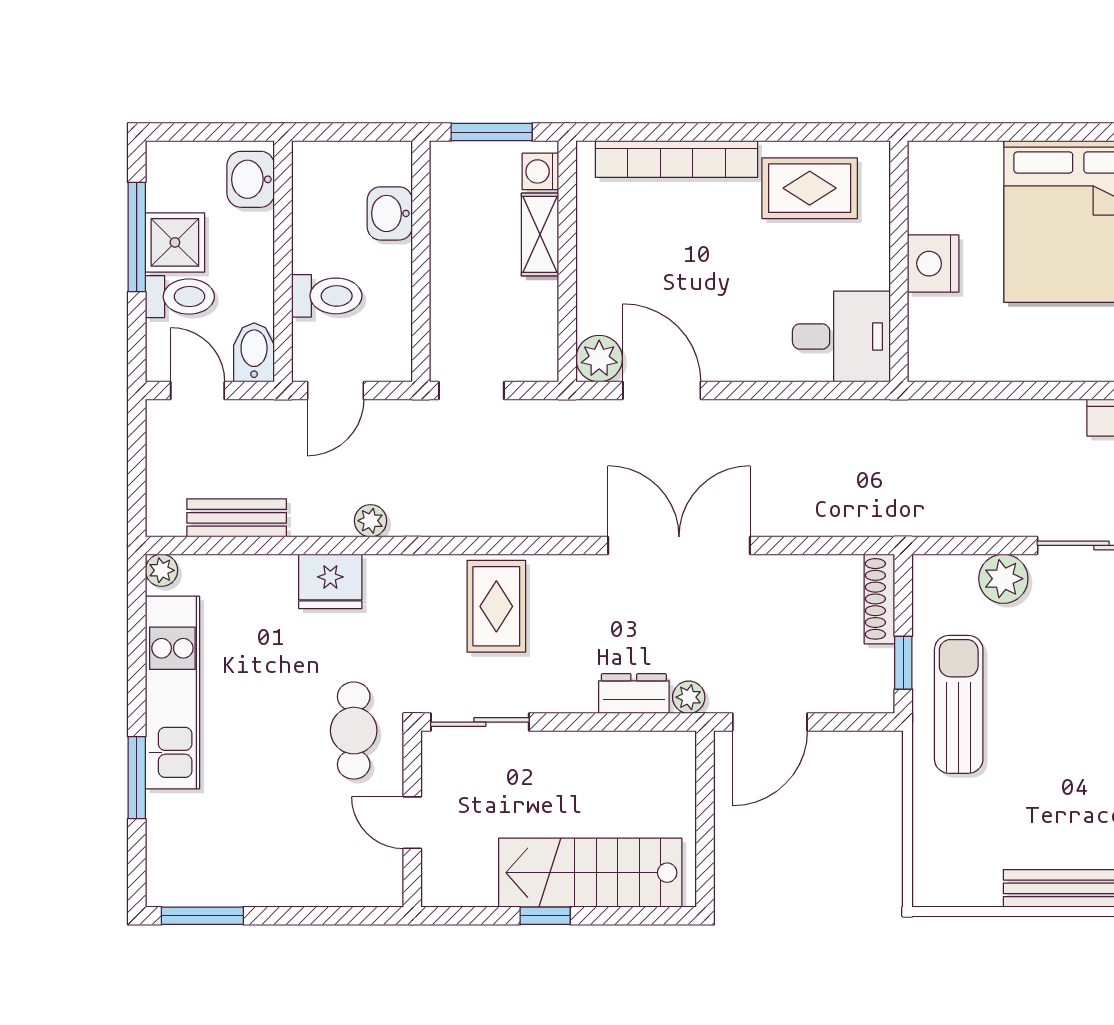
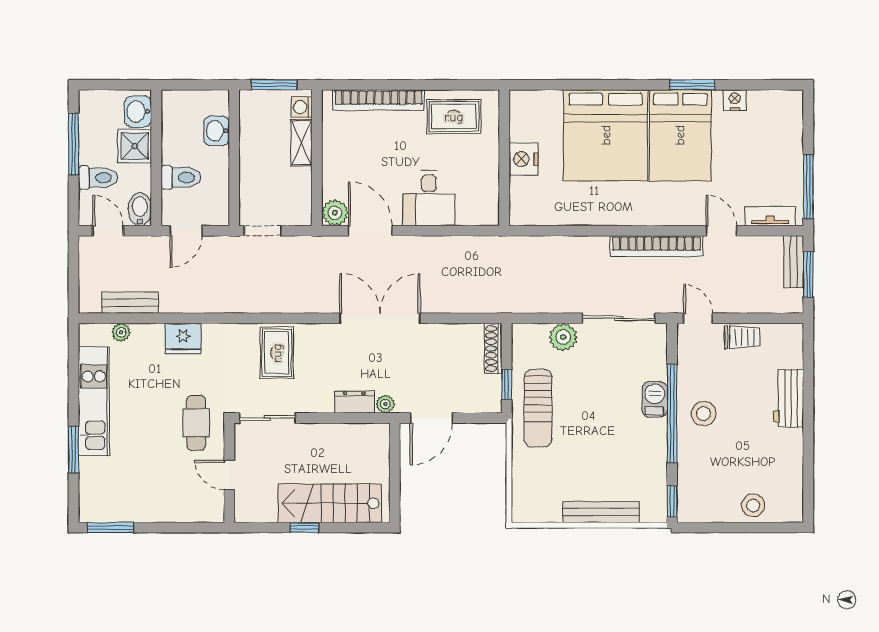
shower: (175, 242) -> (135, 146), moved
desk: (841, 336) -> (429, 198), moved, turned 90
plant: (371, 521) -> (206, 304), removed
plant: (161, 570) -> (121, 332), moved
sun lounger: (959, 704) -> (538, 408), turned 180

